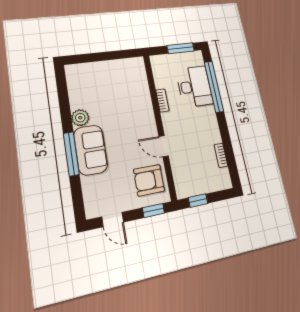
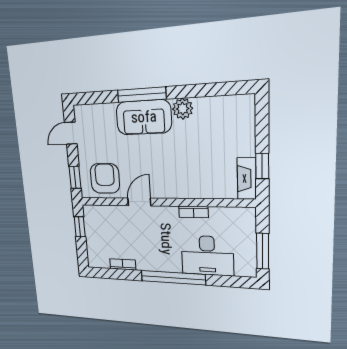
window: (118, 55) -> (262, 166), added
fireplace: (129, 64) -> (247, 179), added
window: (214, 87) -> (173, 278), moved

